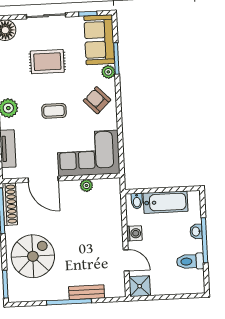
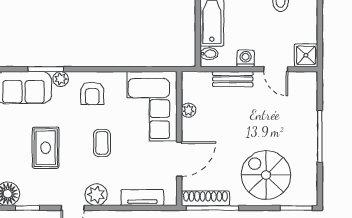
armchair: (97, 100) -> (92, 93), turned -46
door: (126, 260) -> (276, 69), swing flipped
bench: (87, 292) -> (233, 79), moved, turned 90

